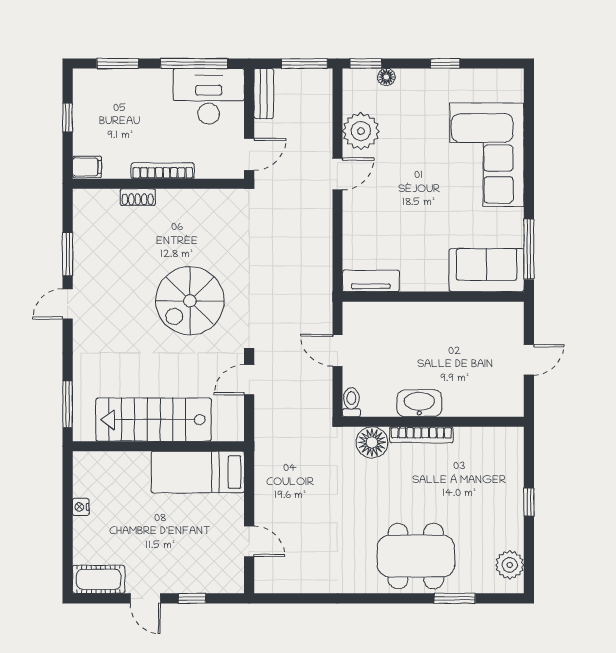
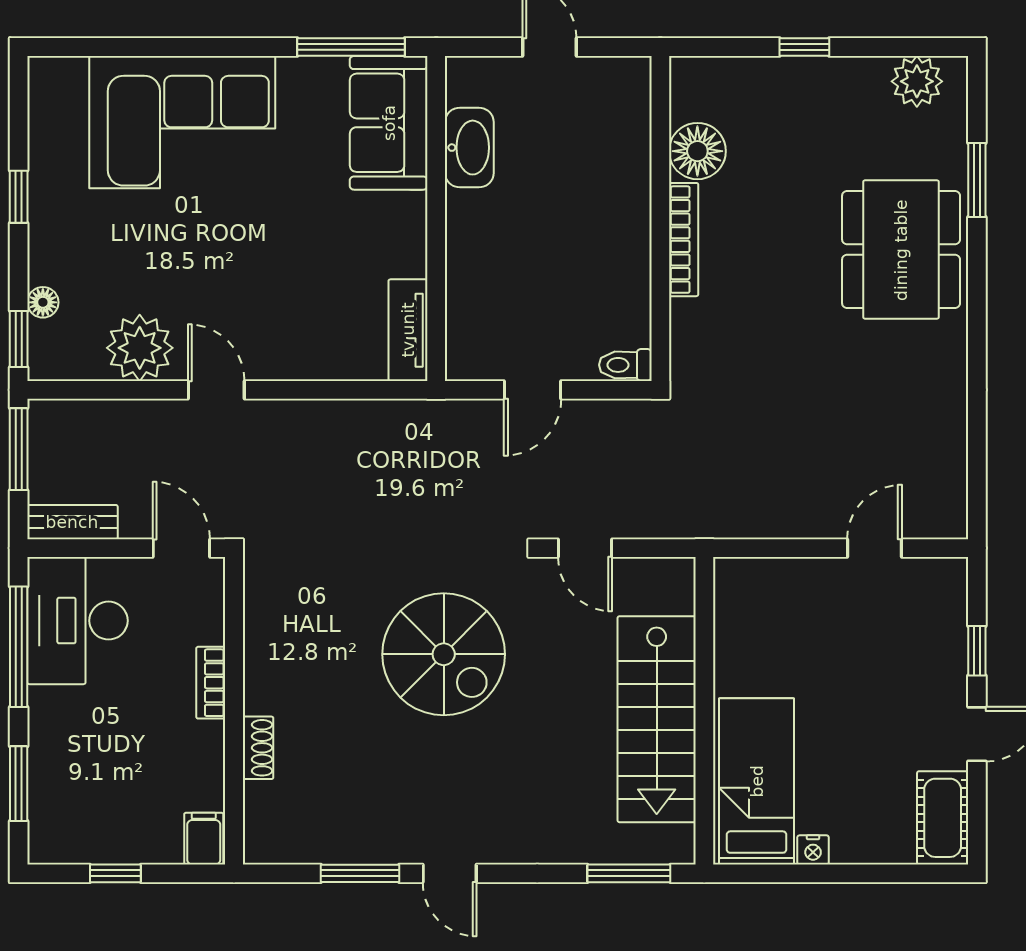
bookcase: (163, 171) -> (211, 683), width x0.64
washbasin: (419, 403) -> (469, 148), moved, turned 180
floor lamp: (372, 442) -> (697, 151), moved
bed: (198, 472) -> (757, 781), moved, turned 180

